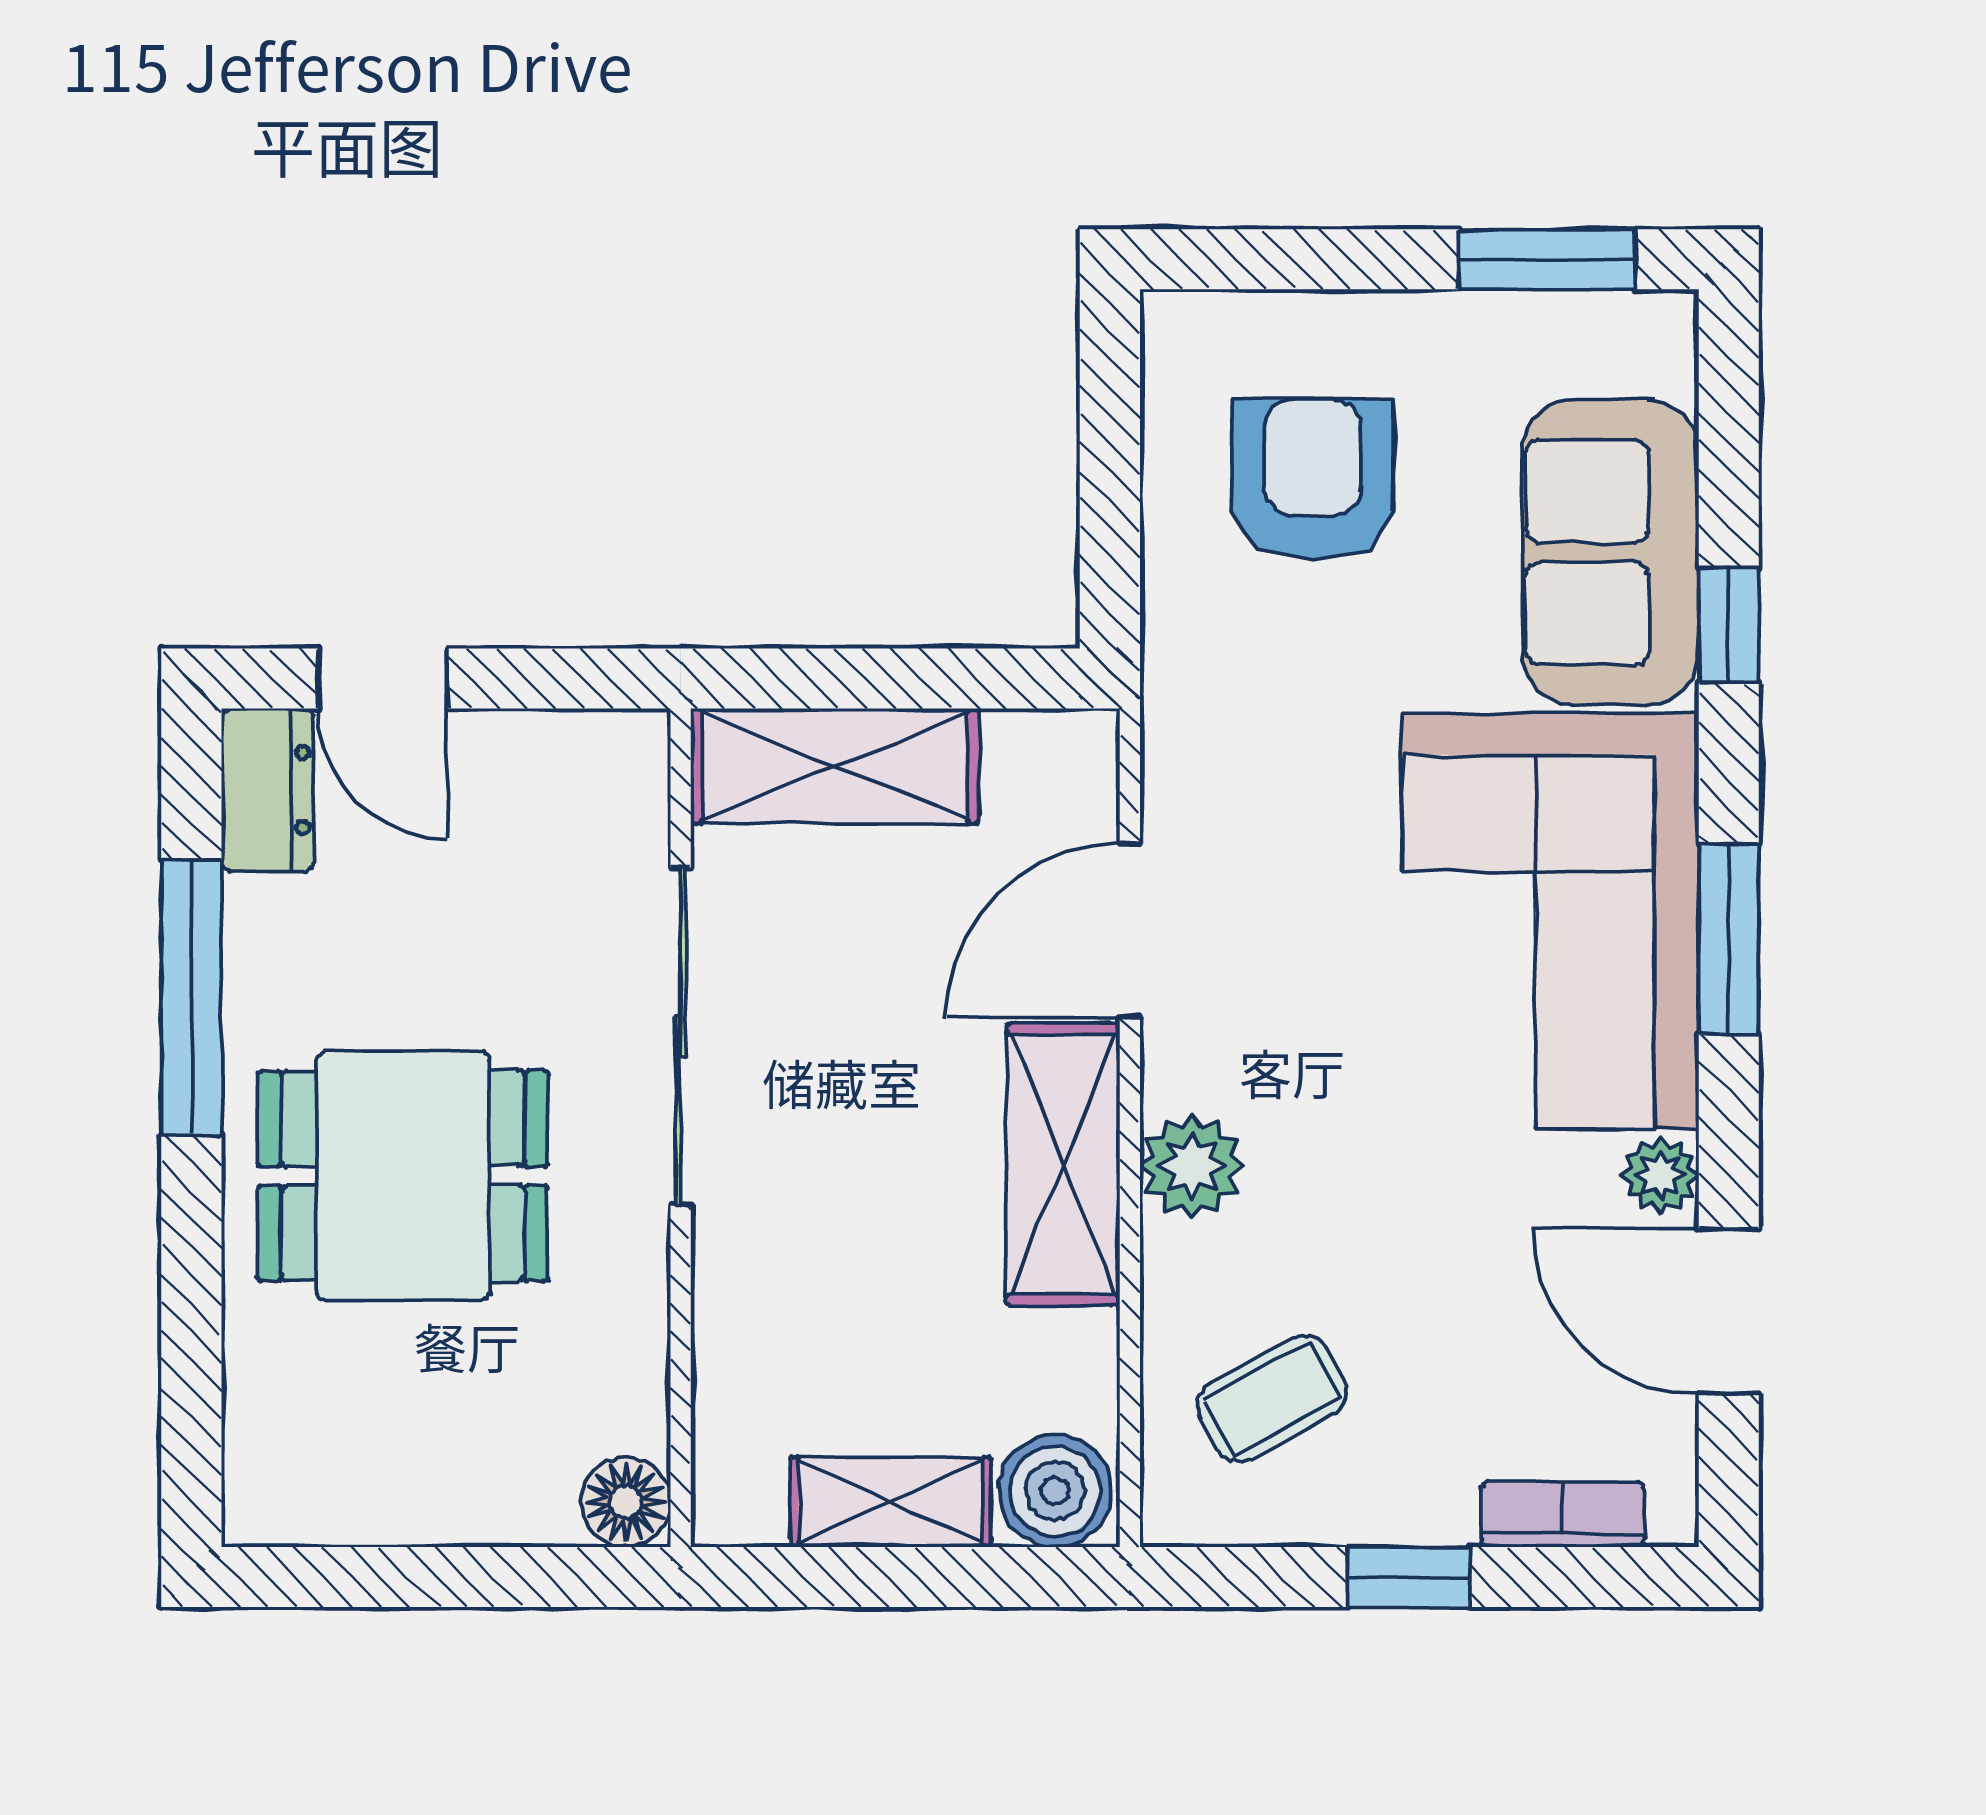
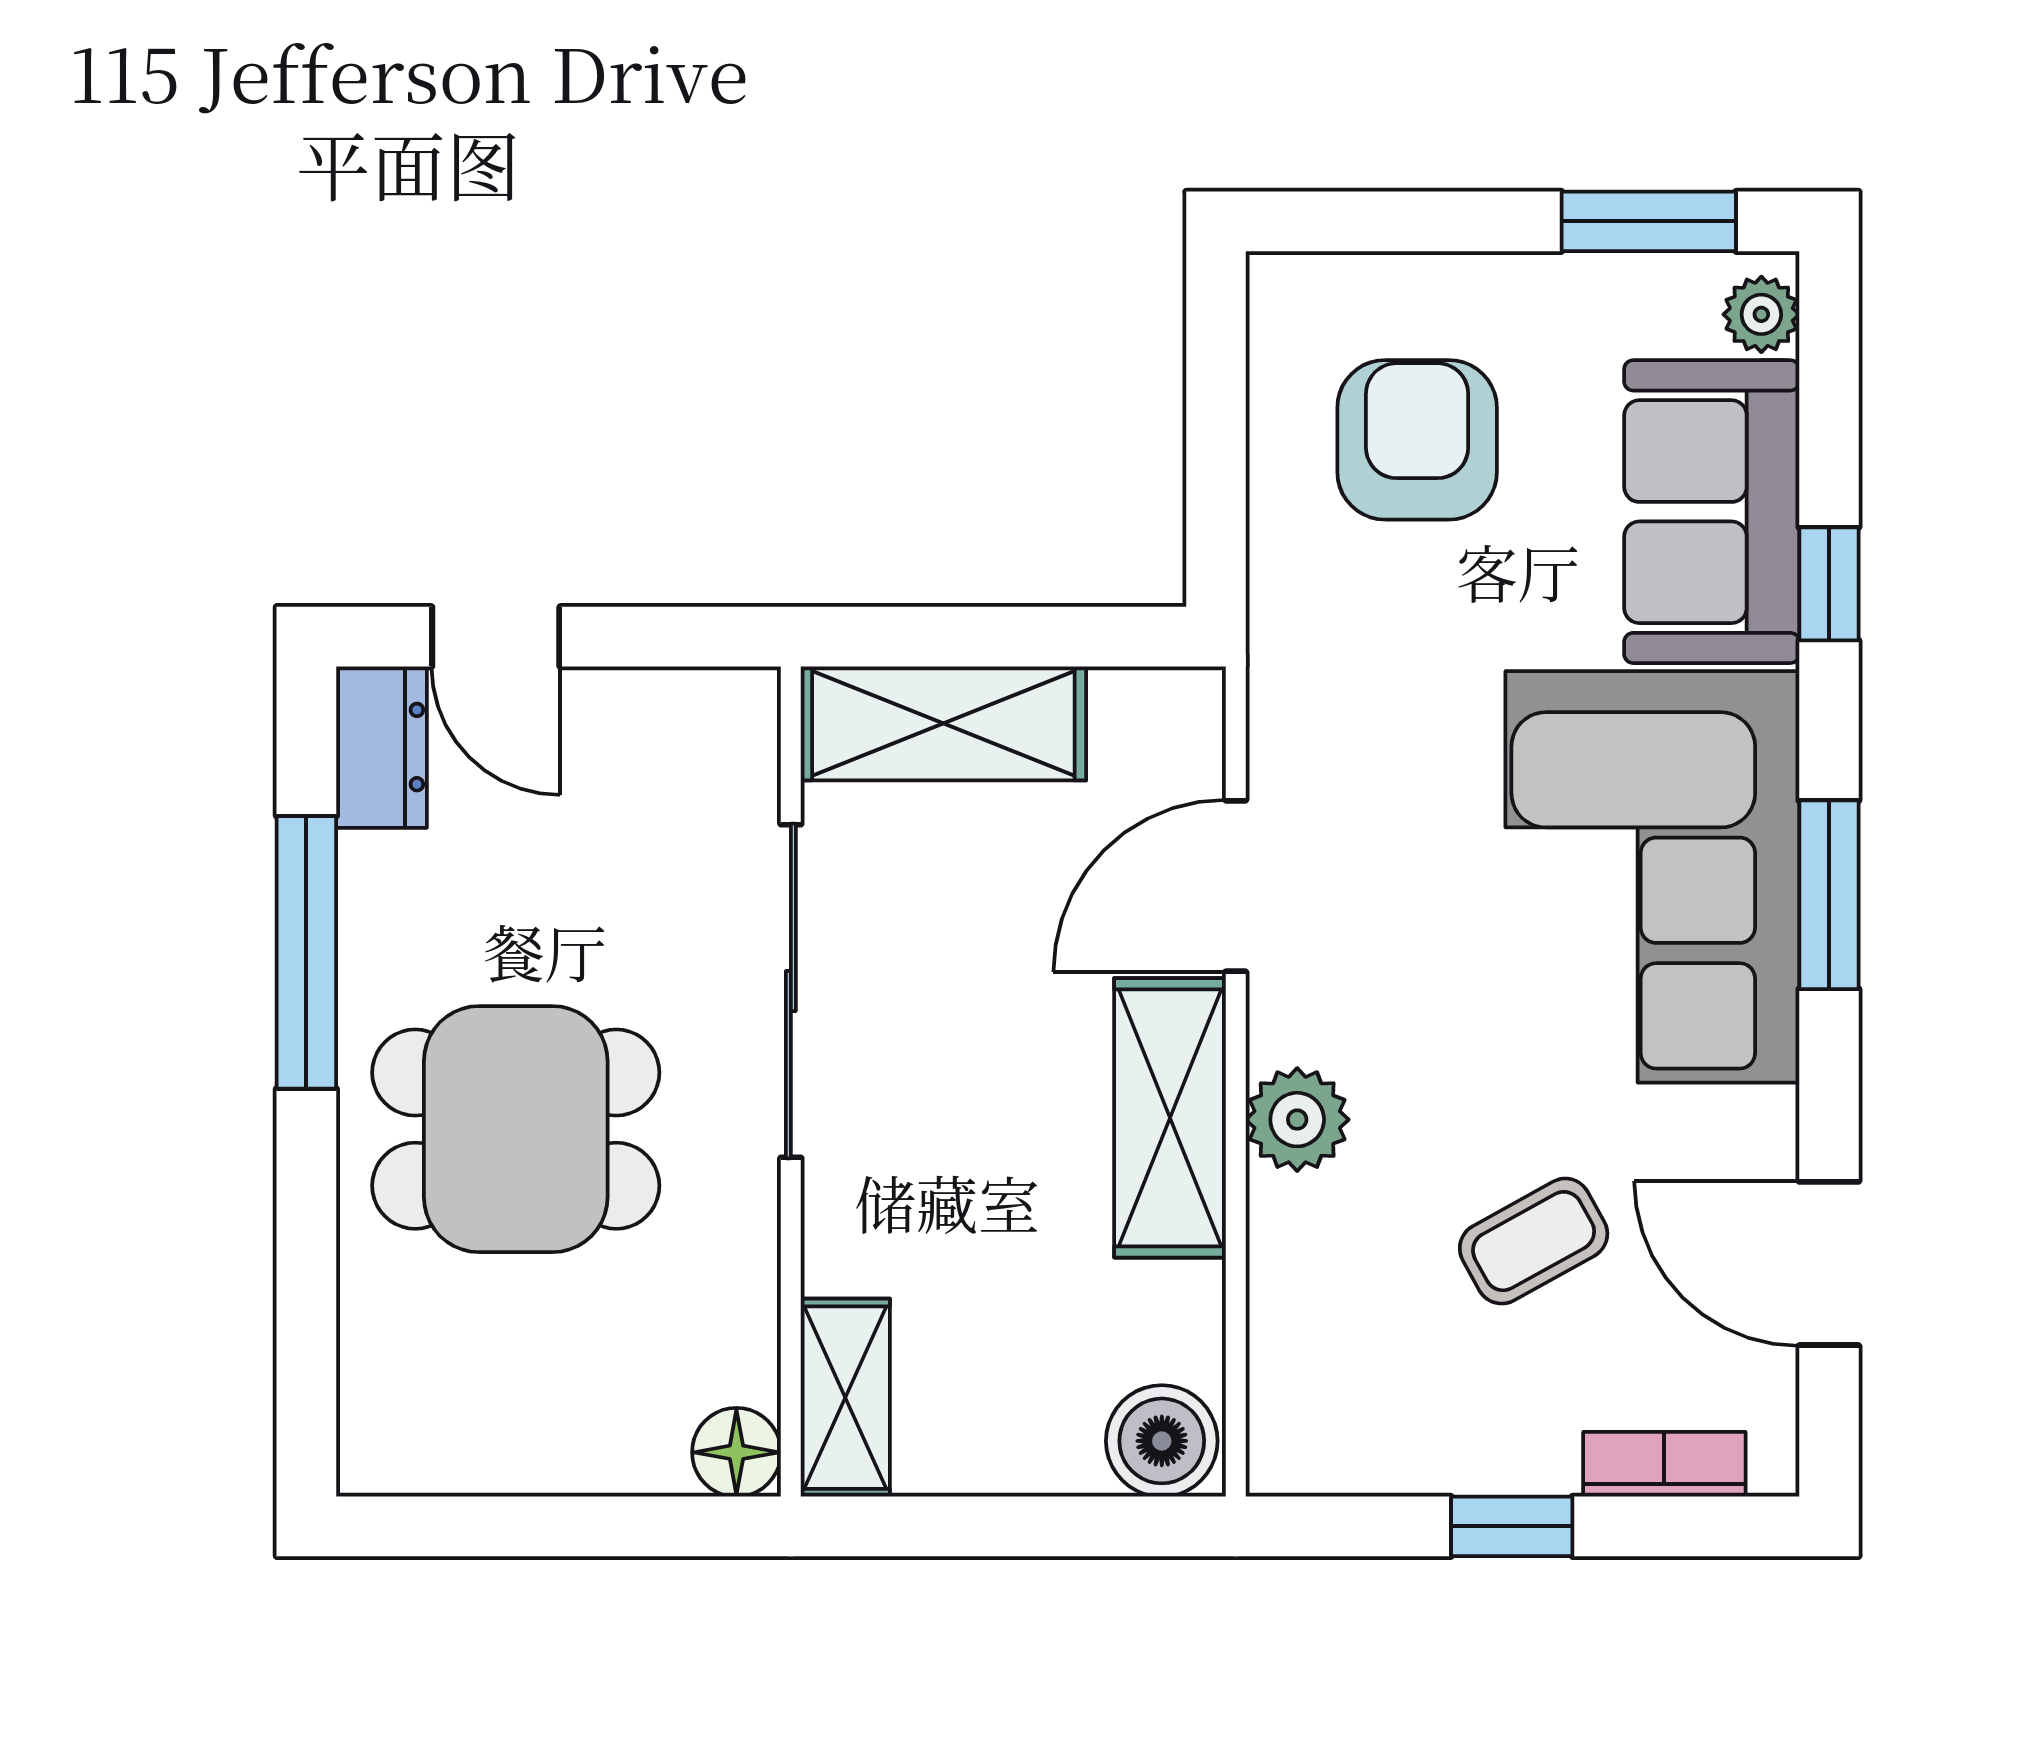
plant: (1660, 1175) -> (1761, 314), moved
coffee table: (1272, 1398) -> (1534, 1241), moved
shelving: (891, 1502) -> (845, 1398), moved, turned 90

